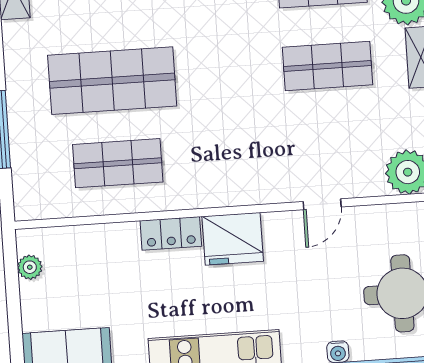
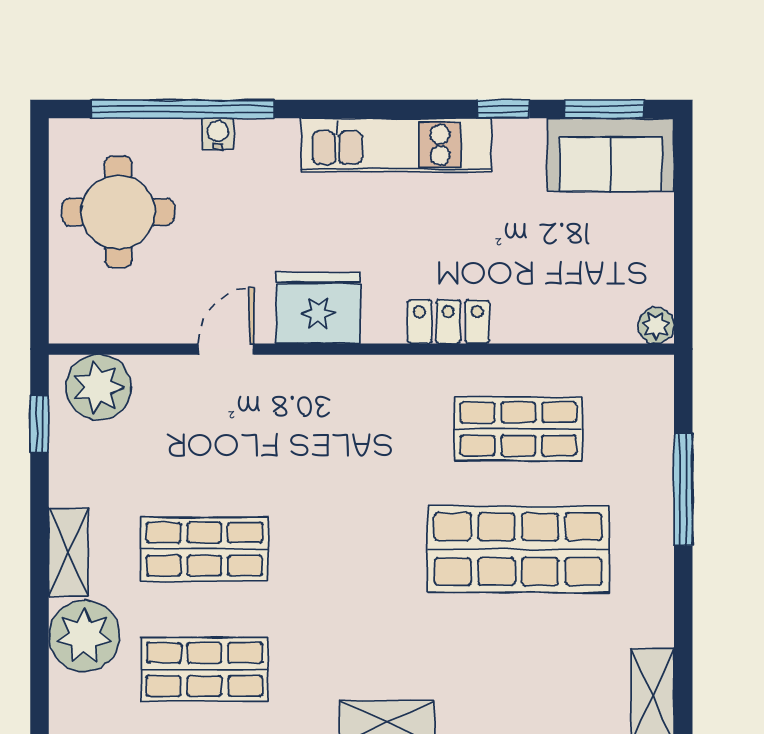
fridge: (233, 239) -> (318, 308), moved
plant: (30, 267) -> (656, 326), moved

